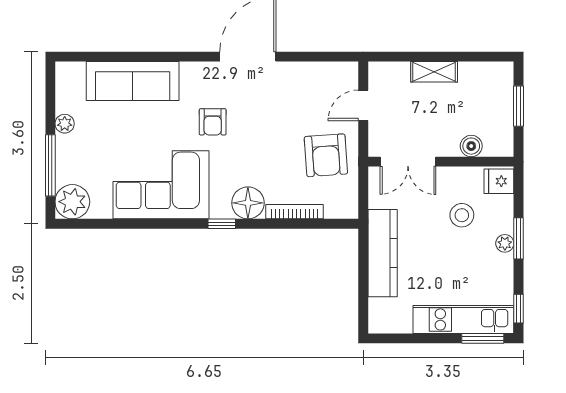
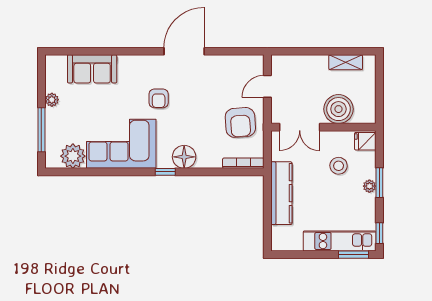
shelving: (434, 72) -> (346, 62), moved
sofa: (133, 81) -> (92, 69), width x0.73
window: (518, 106) -> (379, 87), removed
boiler: (471, 146) -> (338, 109), width x1.86, depth x1.86
plant: (72, 202) -> (73, 156), moved
bookcase: (294, 212) -> (243, 163), moved

